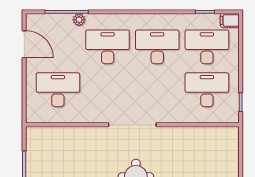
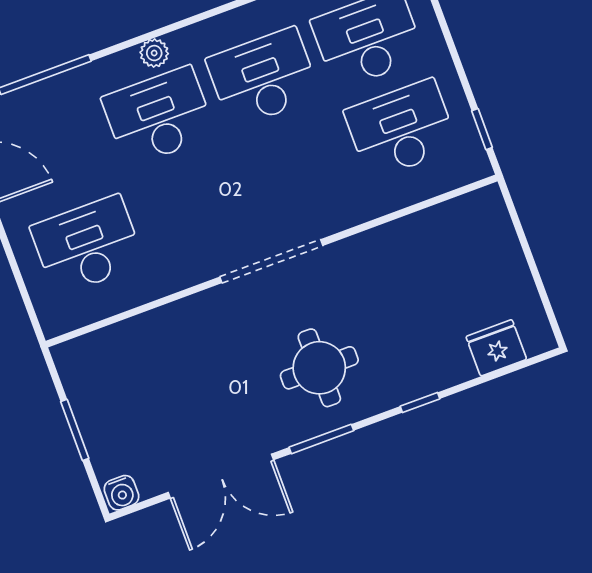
plant: (79, 20) -> (154, 53), moved

